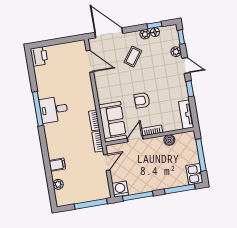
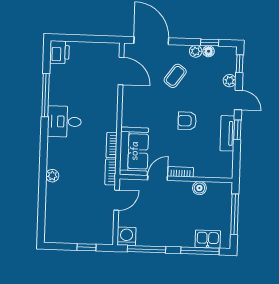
armchair: (142, 100) -> (187, 121), moved
window: (38, 109) -> (45, 95), moved
tv unit: (186, 115) -> (227, 133), moved
filing cabinet: (57, 165) -> (55, 190), removed
kitchen sink: (194, 174) -> (208, 239), moved, turned 90
plant: (58, 184) -> (52, 176), moved
window: (91, 204) -> (86, 247), width x0.46

